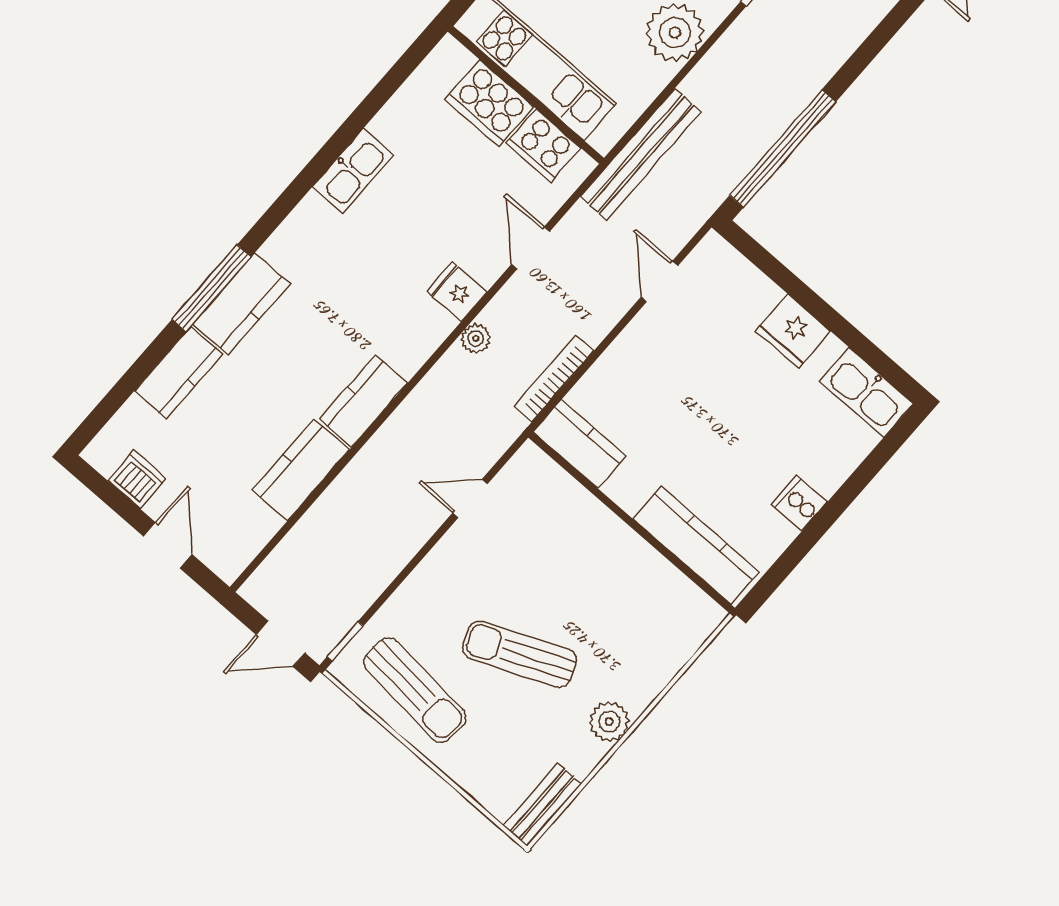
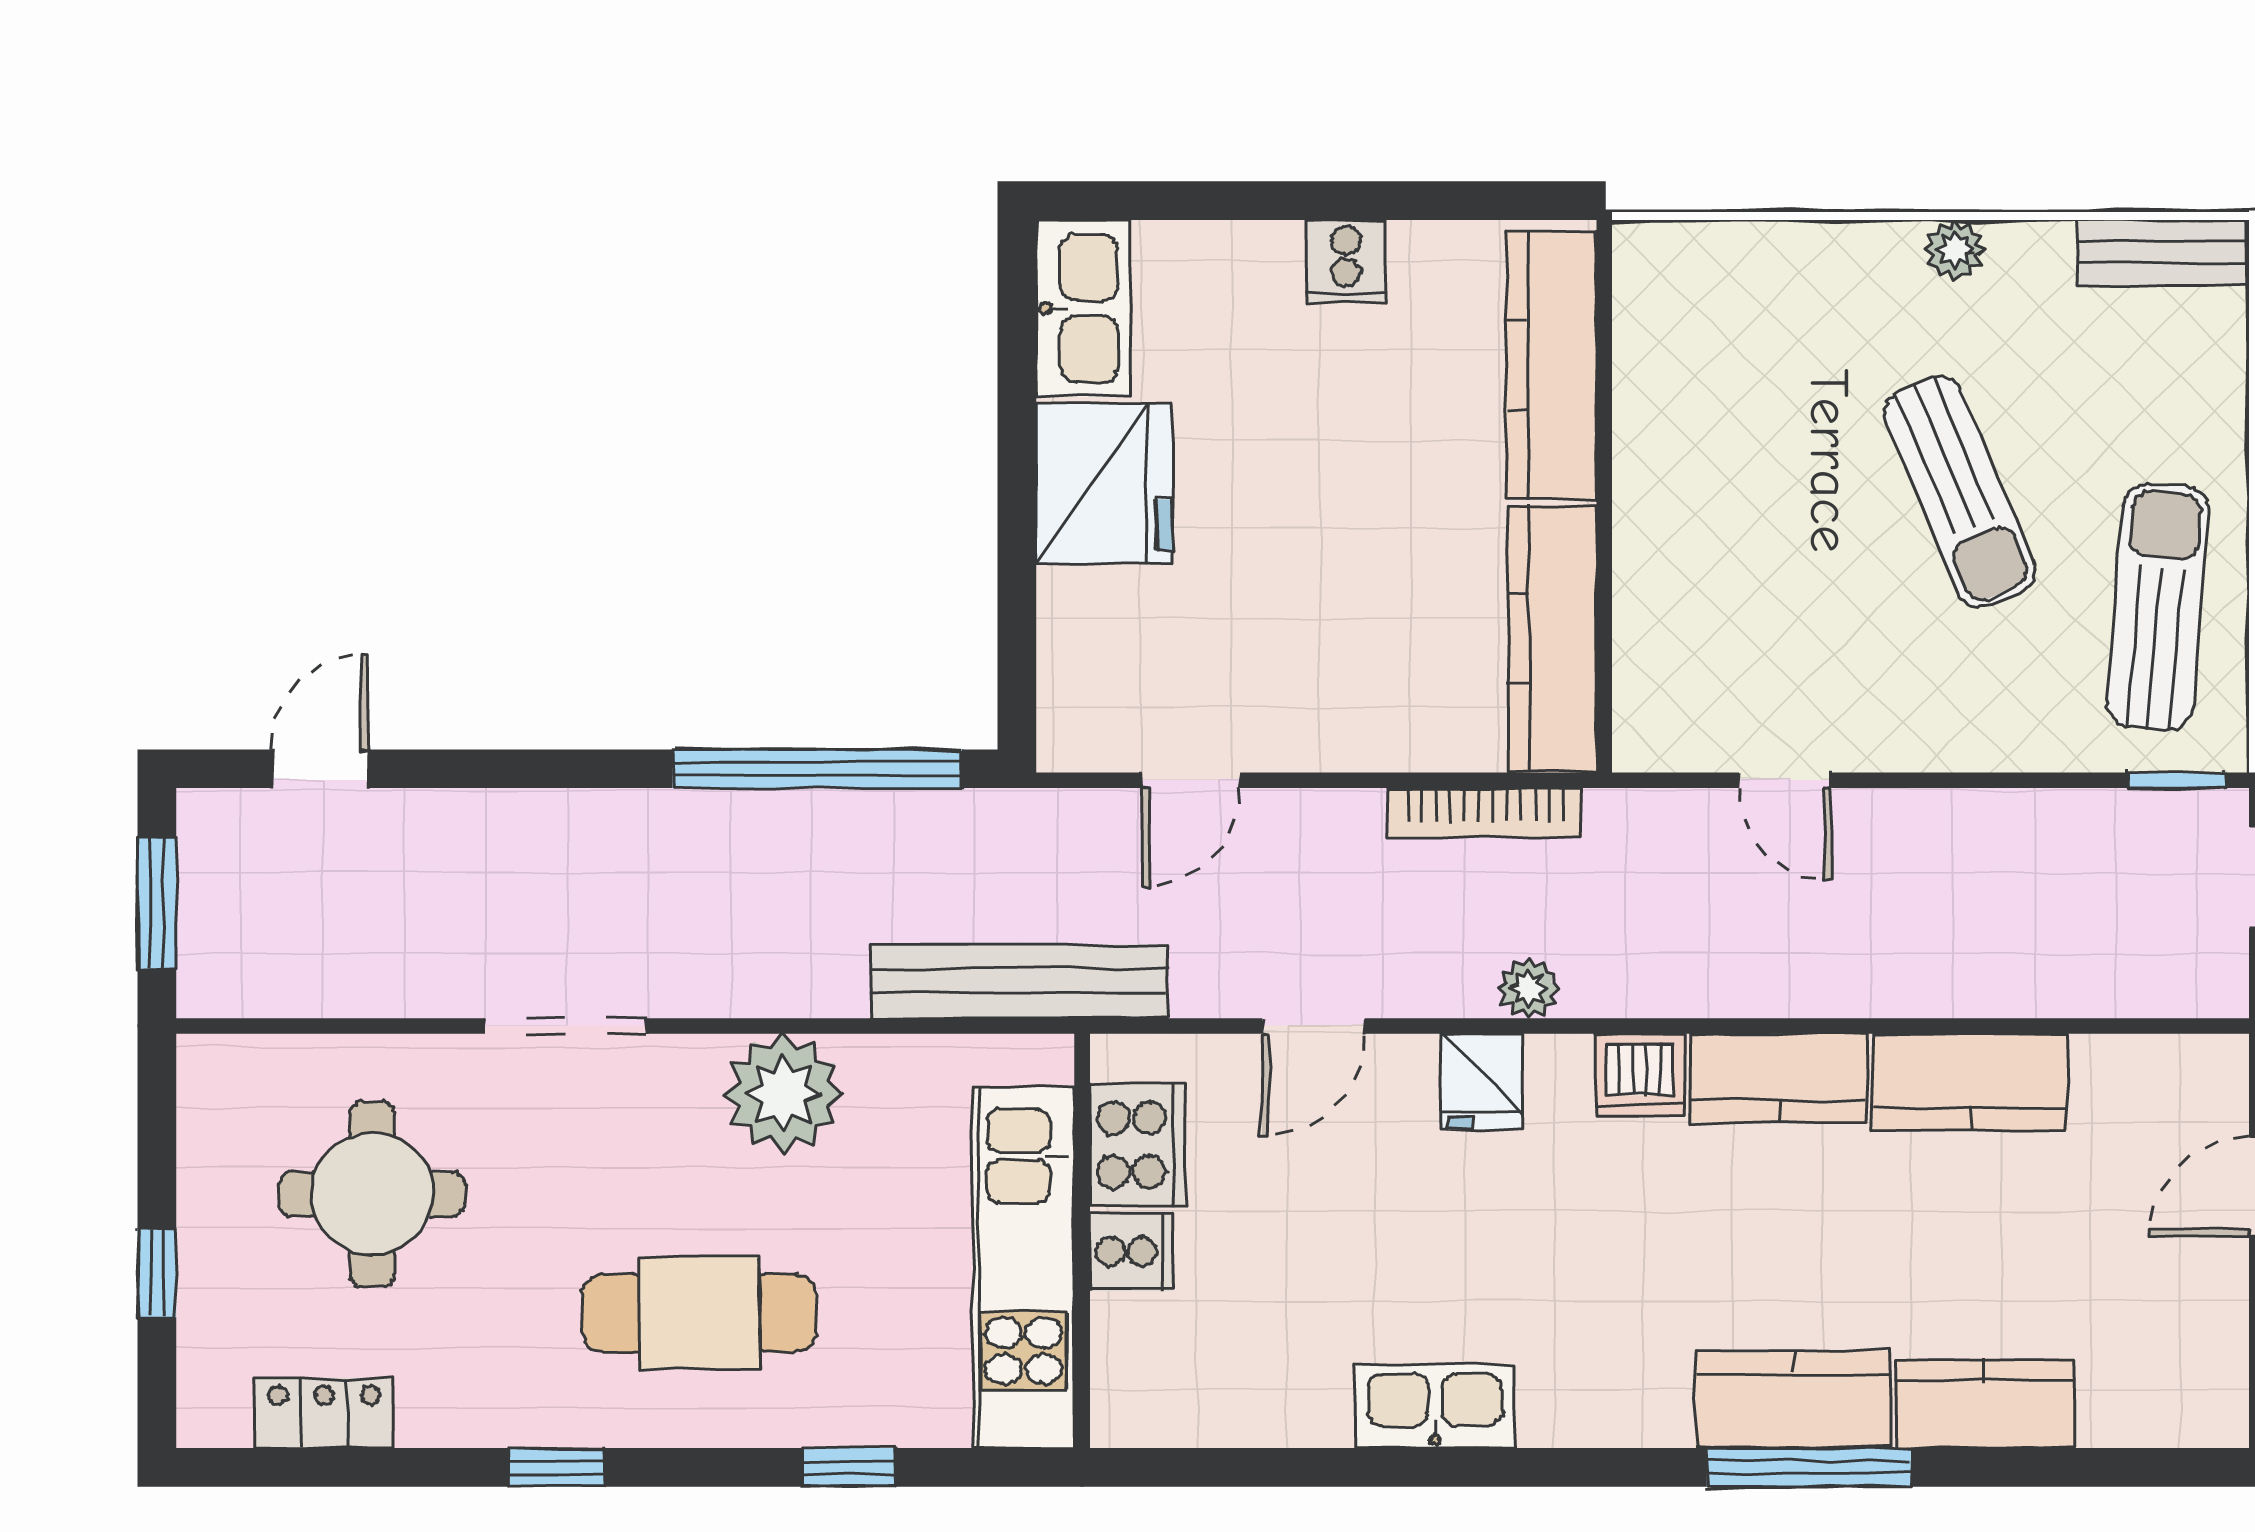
cooker: (489, 103) -> (1132, 1252), width x0.53, depth x0.76
fridge: (793, 331) -> (1104, 483), width x1.36, depth x1.34
kitchen counter: (580, 444) -> (1552, 639), width x1.50
dishwasher: (137, 480) -> (1640, 1075), moved, turned -90
plant: (609, 722) -> (1955, 250), width x0.73, depth x0.73

